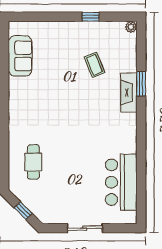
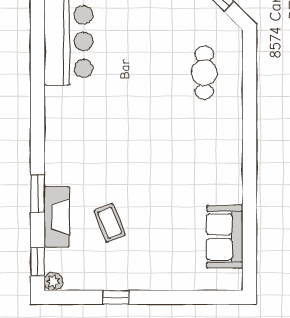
window: (141, 40) -> (38, 261), added
fireplace: (129, 93) -> (57, 217), moved

